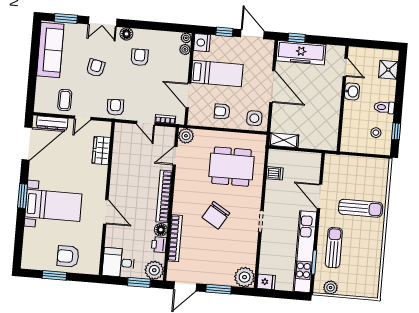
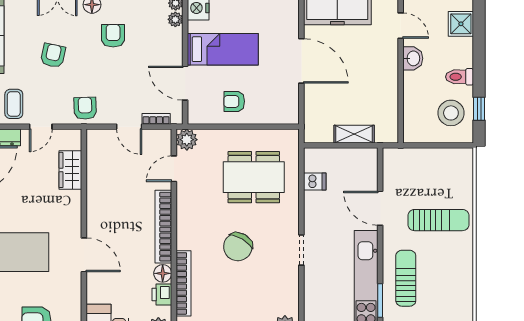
side table: (254, 118) -> (280, 107), removed
stool: (376, 133) -> (451, 113), width x1.89, depth x1.89
shelving: (284, 140) -> (354, 134), moved

